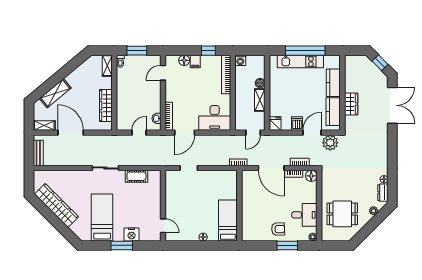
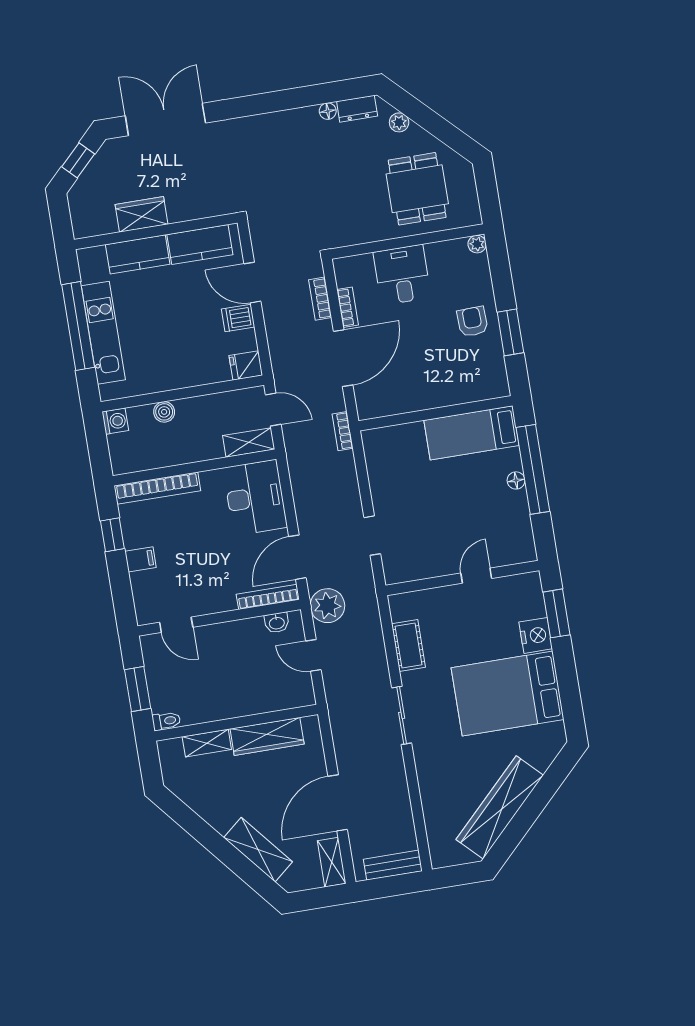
floor lamp: (184, 60) -> (142, 584), removed
washing machine: (240, 60) -> (115, 421), moved
shelving: (107, 66) -> (207, 743), moved
shelving: (260, 100) -> (249, 442), moved
wardrobe: (351, 104) -> (142, 214), moved
door: (185, 133) -> (297, 557), swing flipped
plant: (330, 143) -> (328, 606), moved
floor lamp: (311, 176) -> (346, 269), removed
desk: (304, 215) -> (402, 275), moved
bed: (102, 217) -> (508, 694), width x1.50
door: (163, 226) -> (476, 576), moved
window: (122, 245) -> (556, 613), moved
window: (207, 245) -> (533, 469), added
window: (287, 245) -> (510, 332), moved

